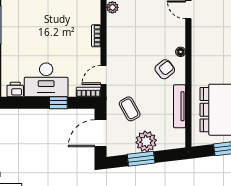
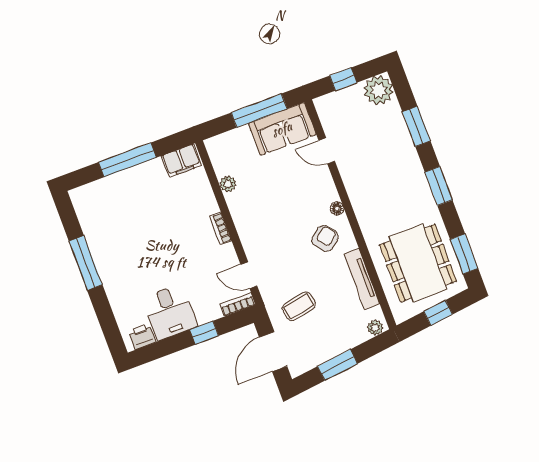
door: (104, 75) -> (249, 275), hinge flipped
desk: (46, 80) -> (170, 312), width x0.73
coffee table: (130, 109) -> (299, 306), turned -72
plant: (146, 141) -> (375, 328), moved, width x0.53, depth x0.53

